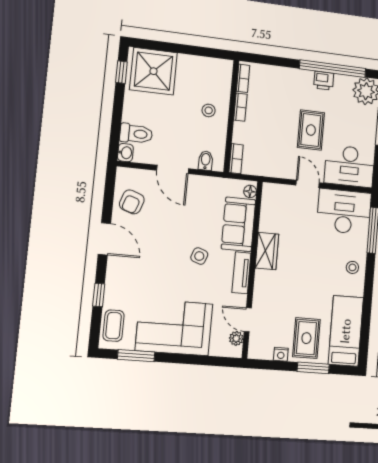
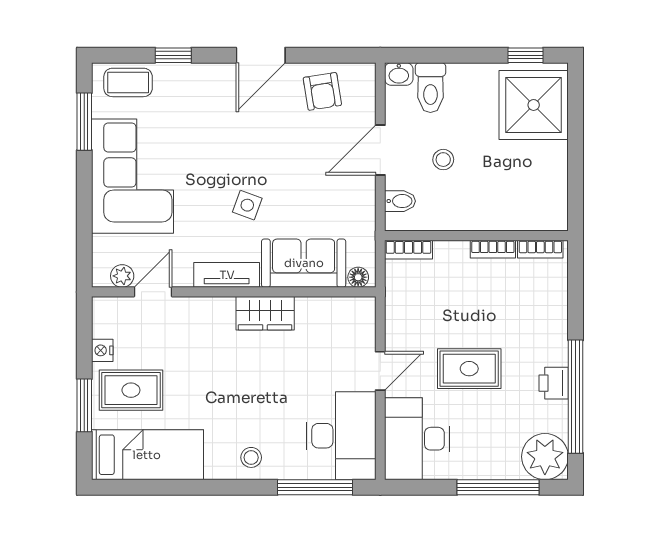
stool: (209, 110) -> (443, 160), moved
armchair: (132, 202) -> (322, 91), turned -118

